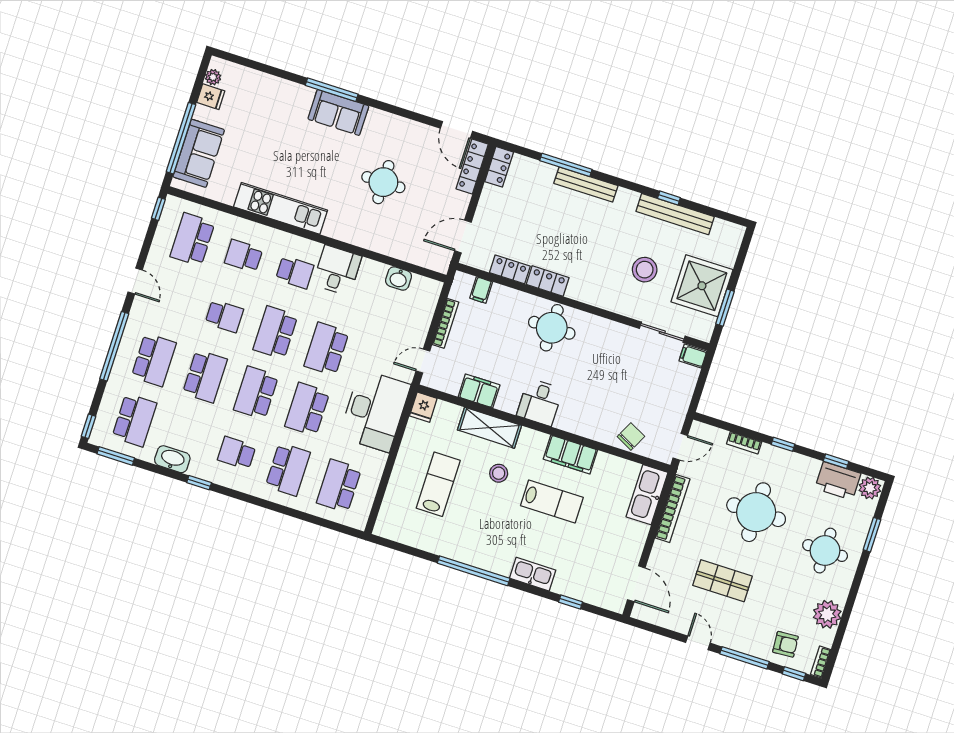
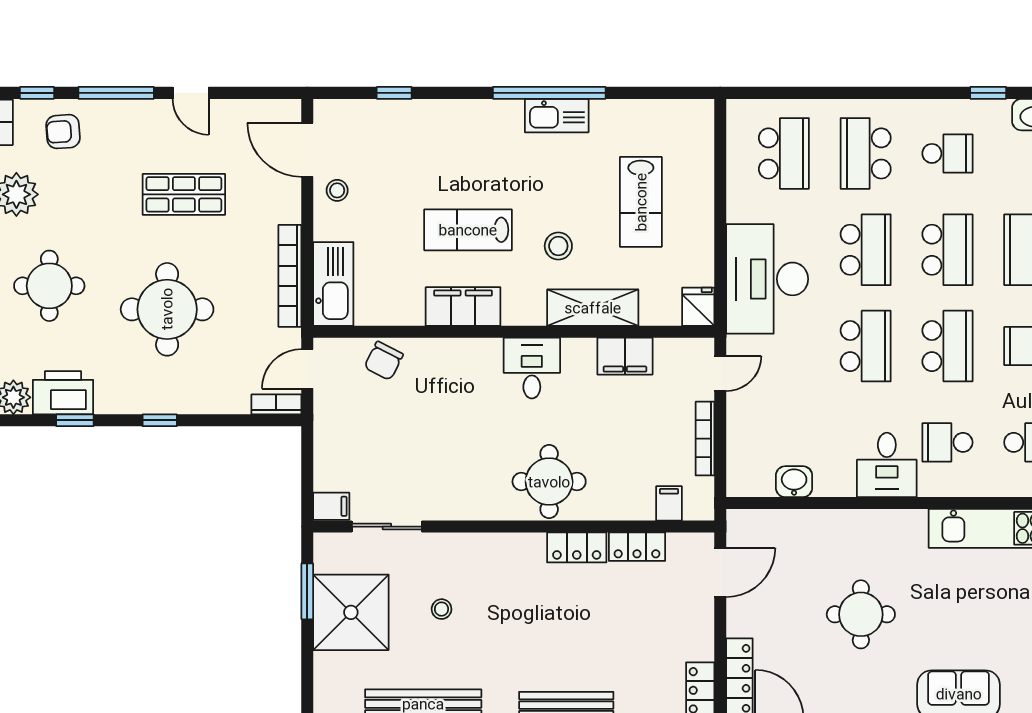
stool: (645, 270) -> (442, 609), width x0.53, depth x0.53
bookcase: (744, 443) -> (276, 404), moved
stool: (626, 552) -> (337, 190), added
kitchen sink: (533, 574) -> (557, 116), moved

